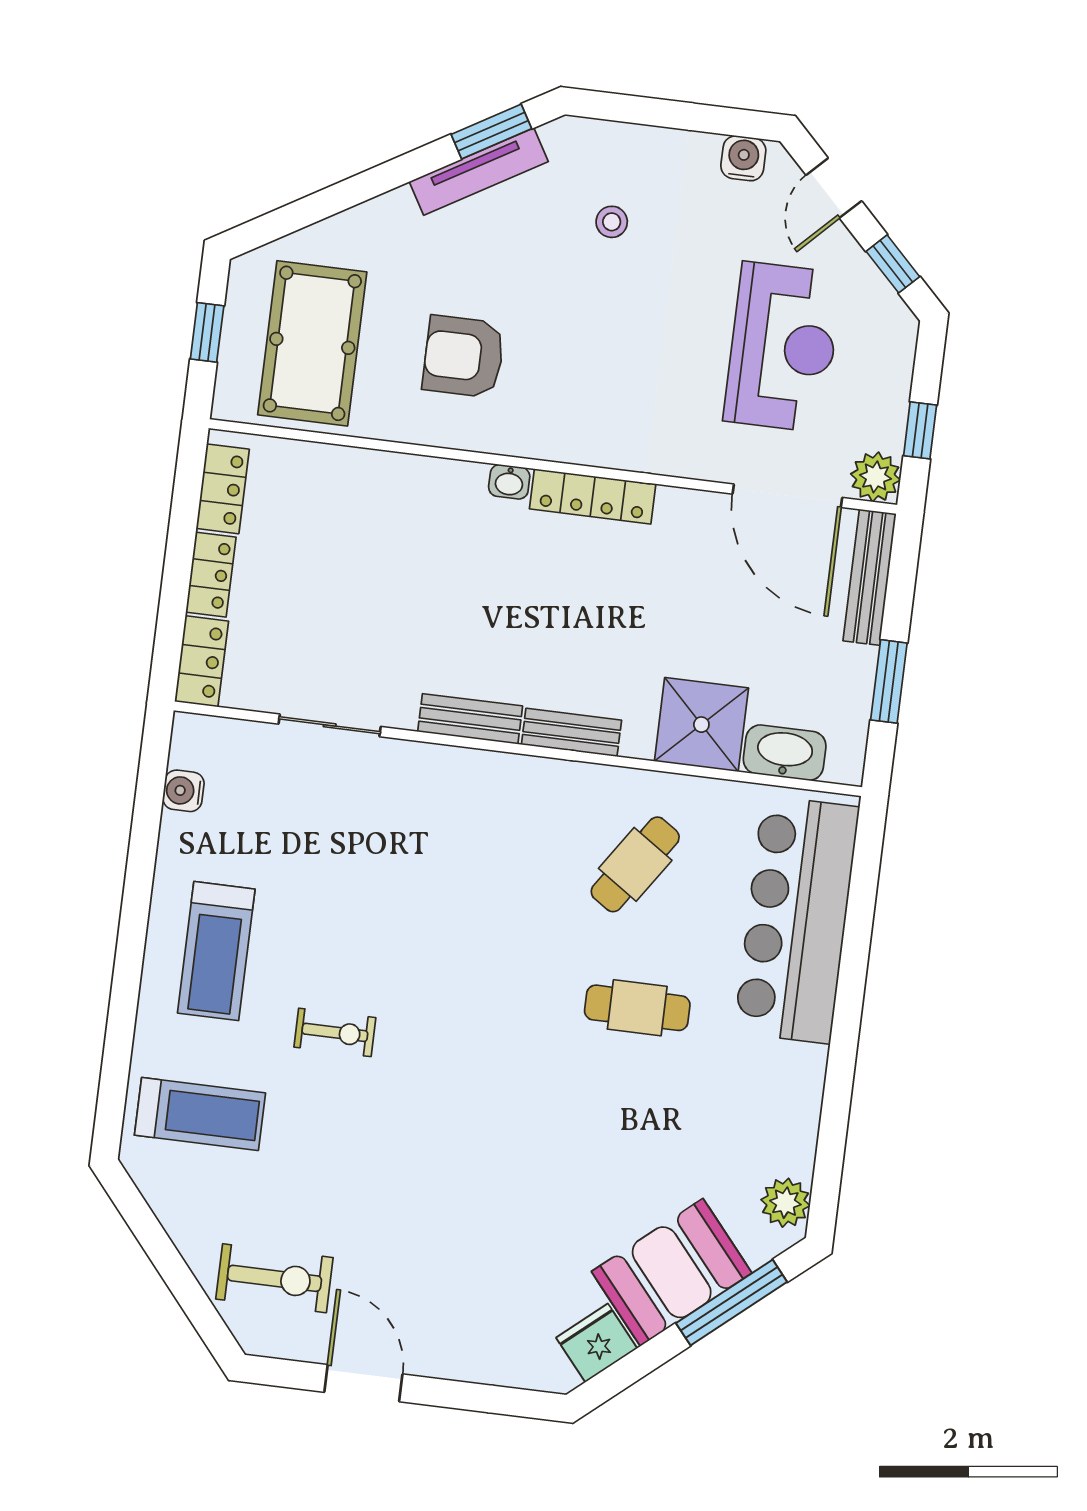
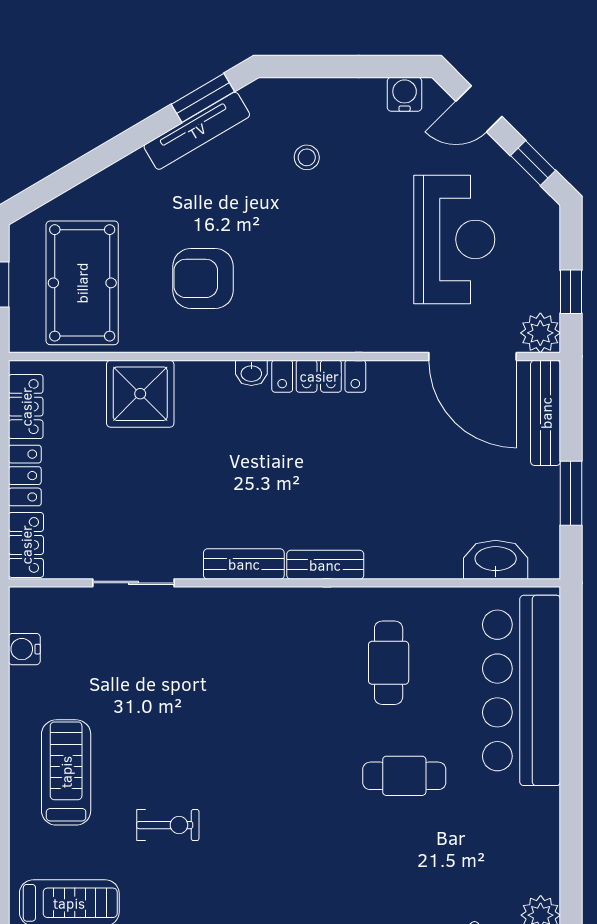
door: (834, 188) -> (479, 109), hinge flipped
shower: (701, 725) -> (140, 394), moved
cafe table: (635, 864) -> (389, 663), turned -34
treadmill: (216, 951) -> (66, 772), turned 180

